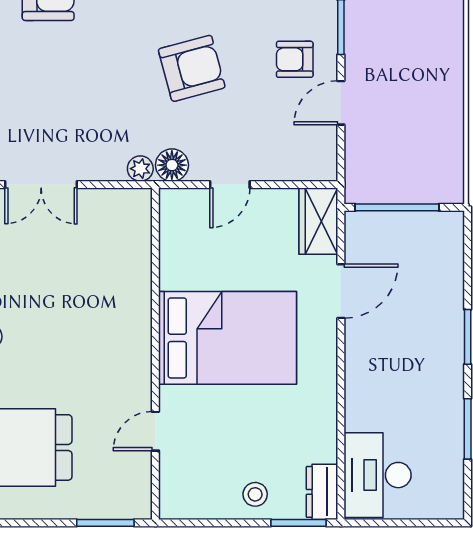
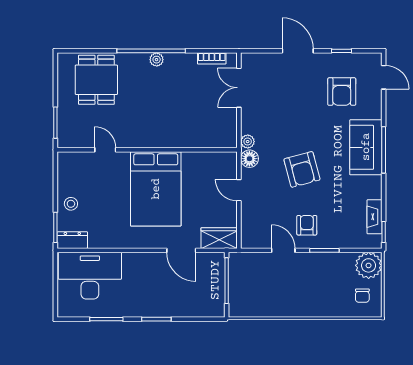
desk: (378, 475) -> (90, 276), width x1.36, depth x1.30

